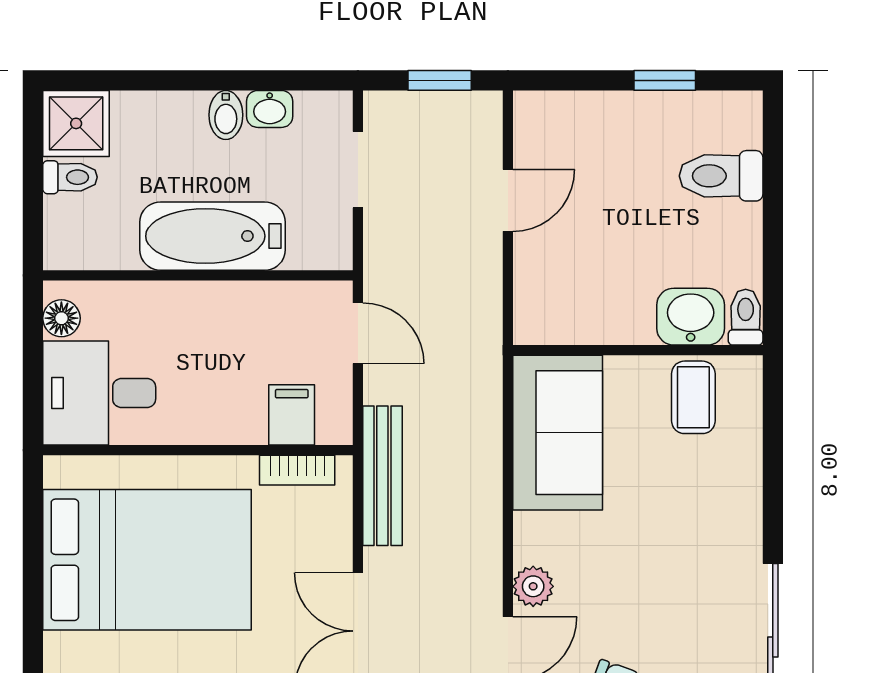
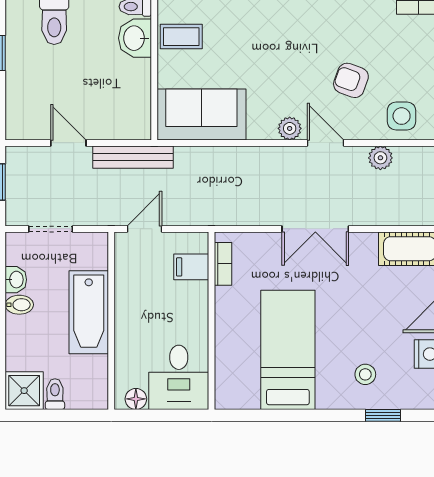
bench: (382, 476) -> (133, 157), moved
bed: (147, 560) -> (288, 350), width x0.67

